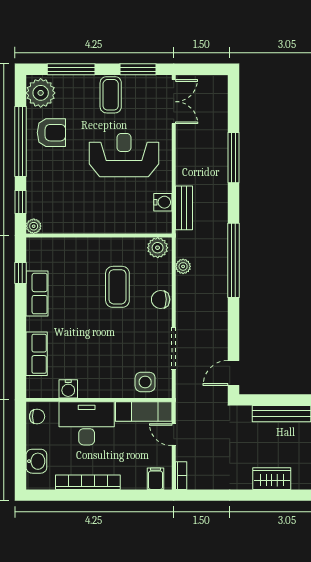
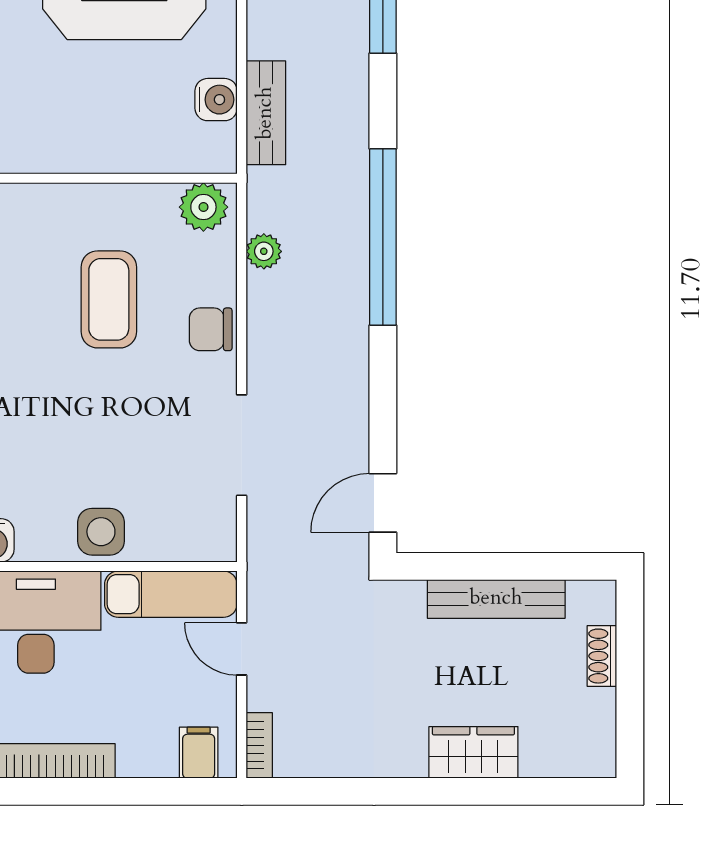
side table: (145, 382) -> (101, 532), moved

